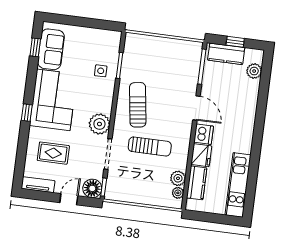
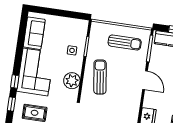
window: (35, 47) -> (11, 104), moved
plant: (99, 124) -> (72, 81), moved
dishwasher: (204, 134) -> (150, 100), removed
sun lounger: (150, 146) -> (125, 42), moved

